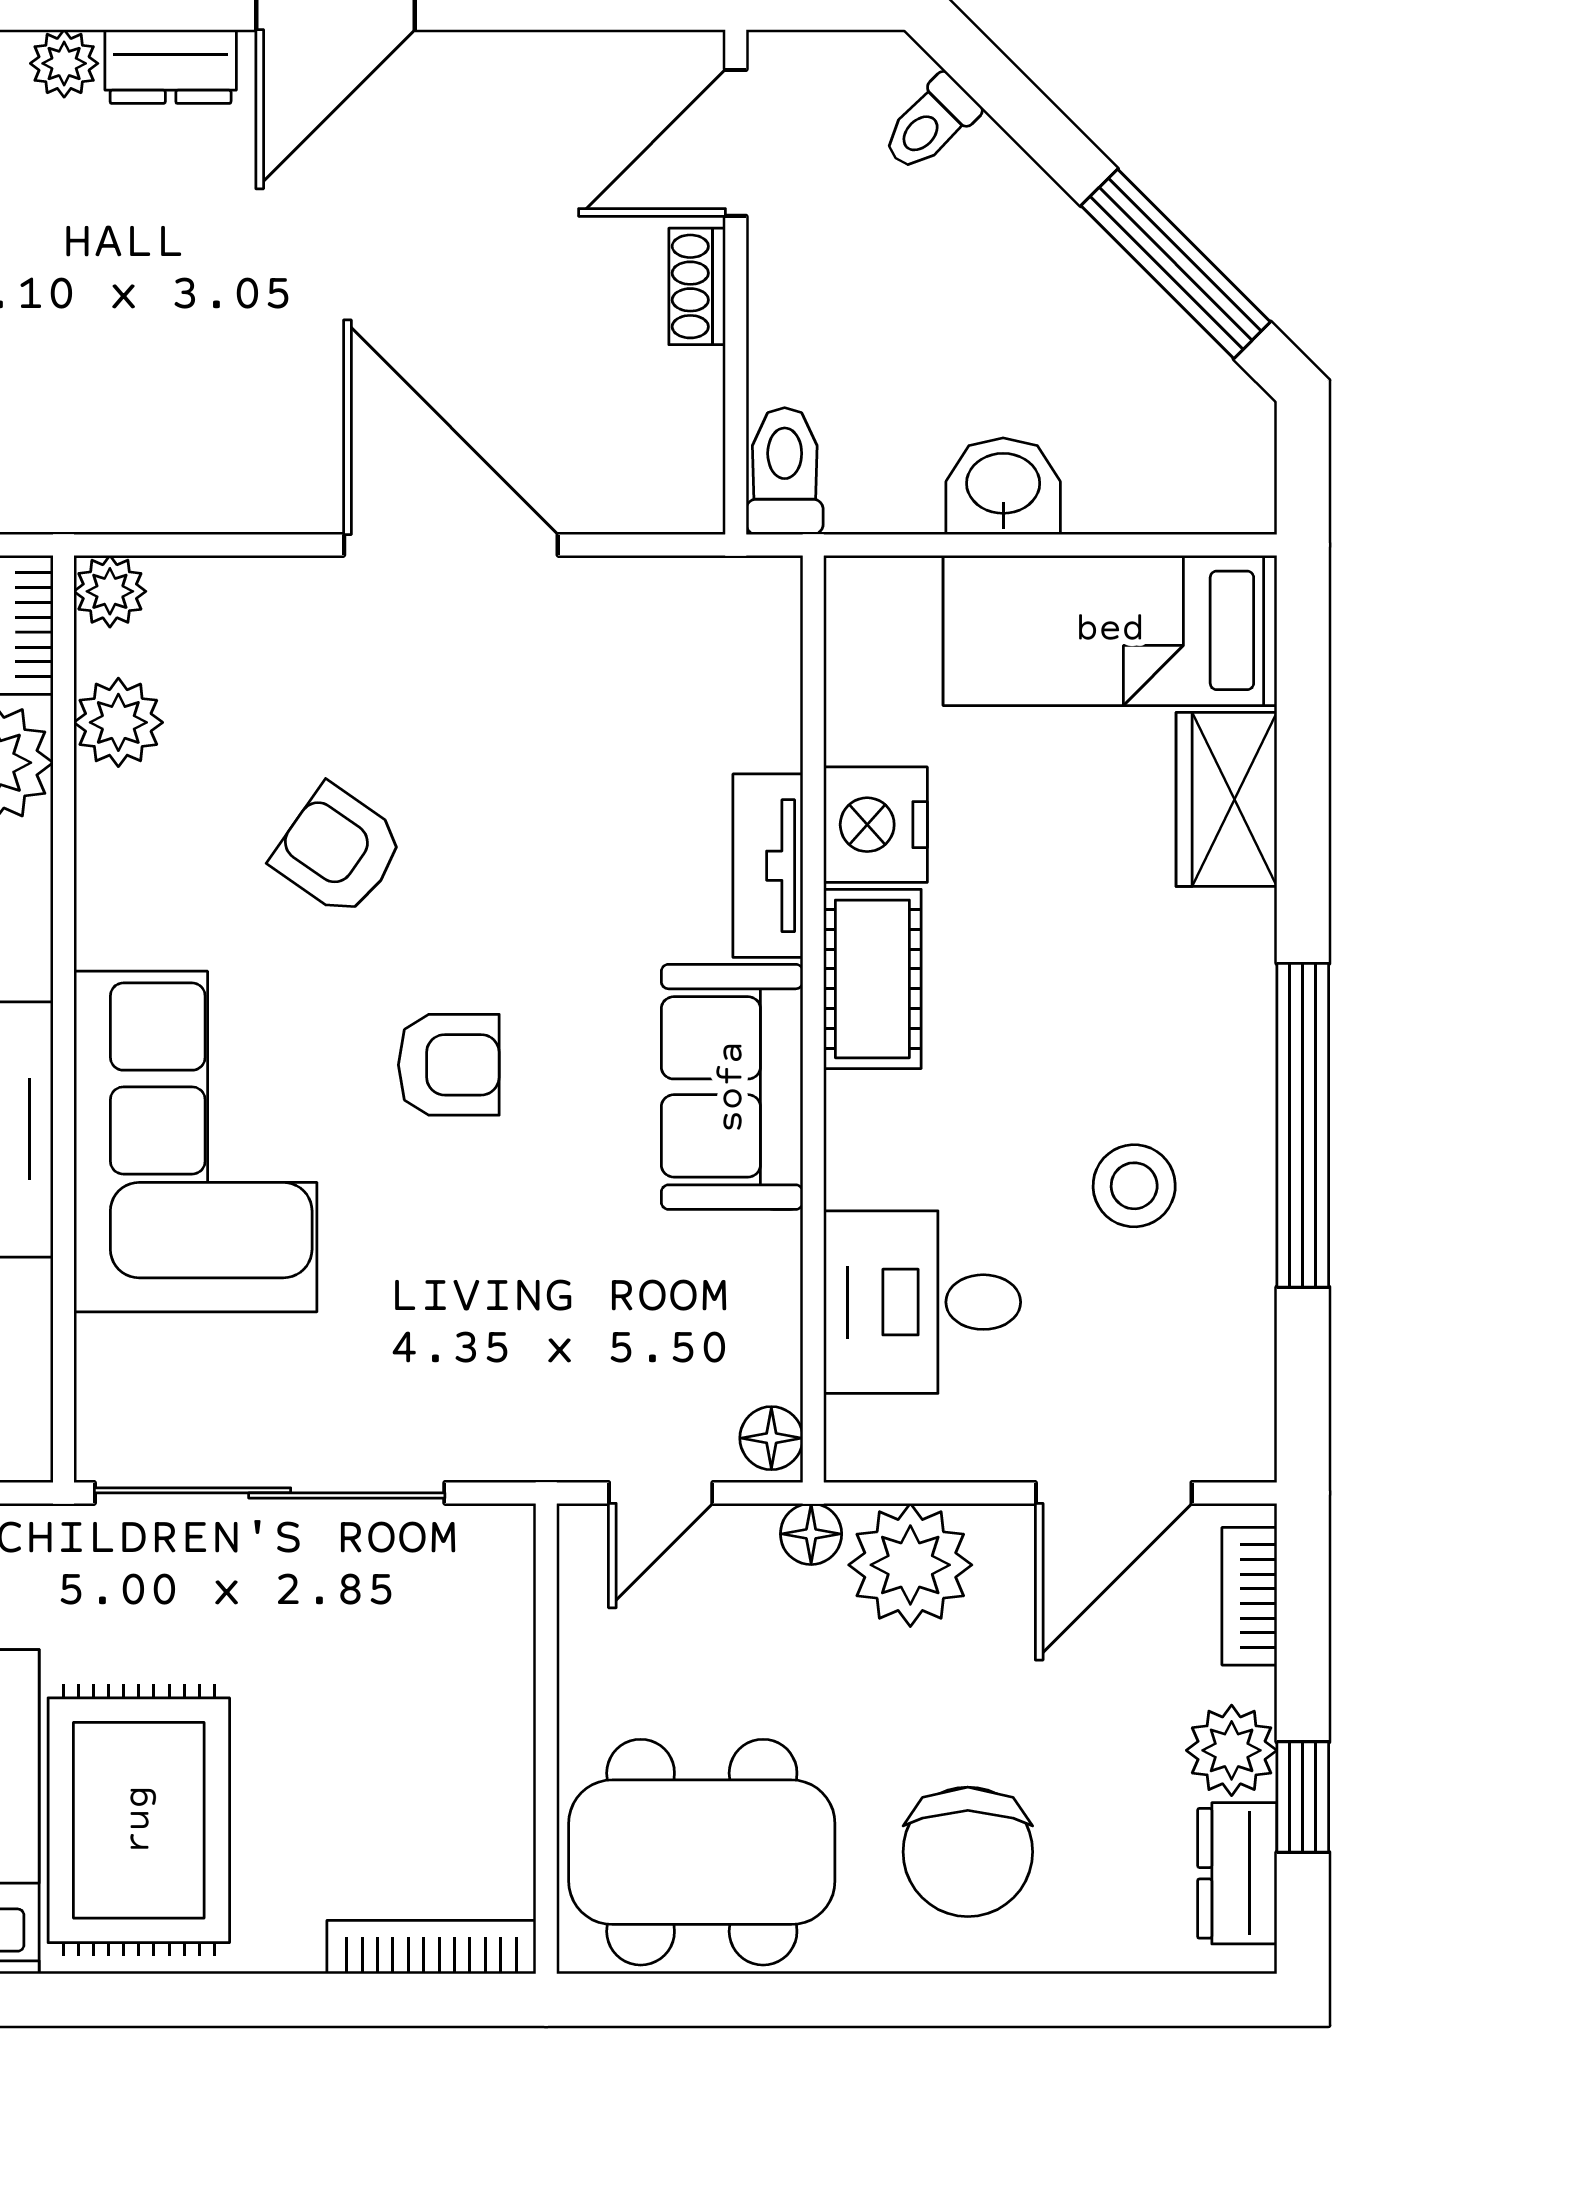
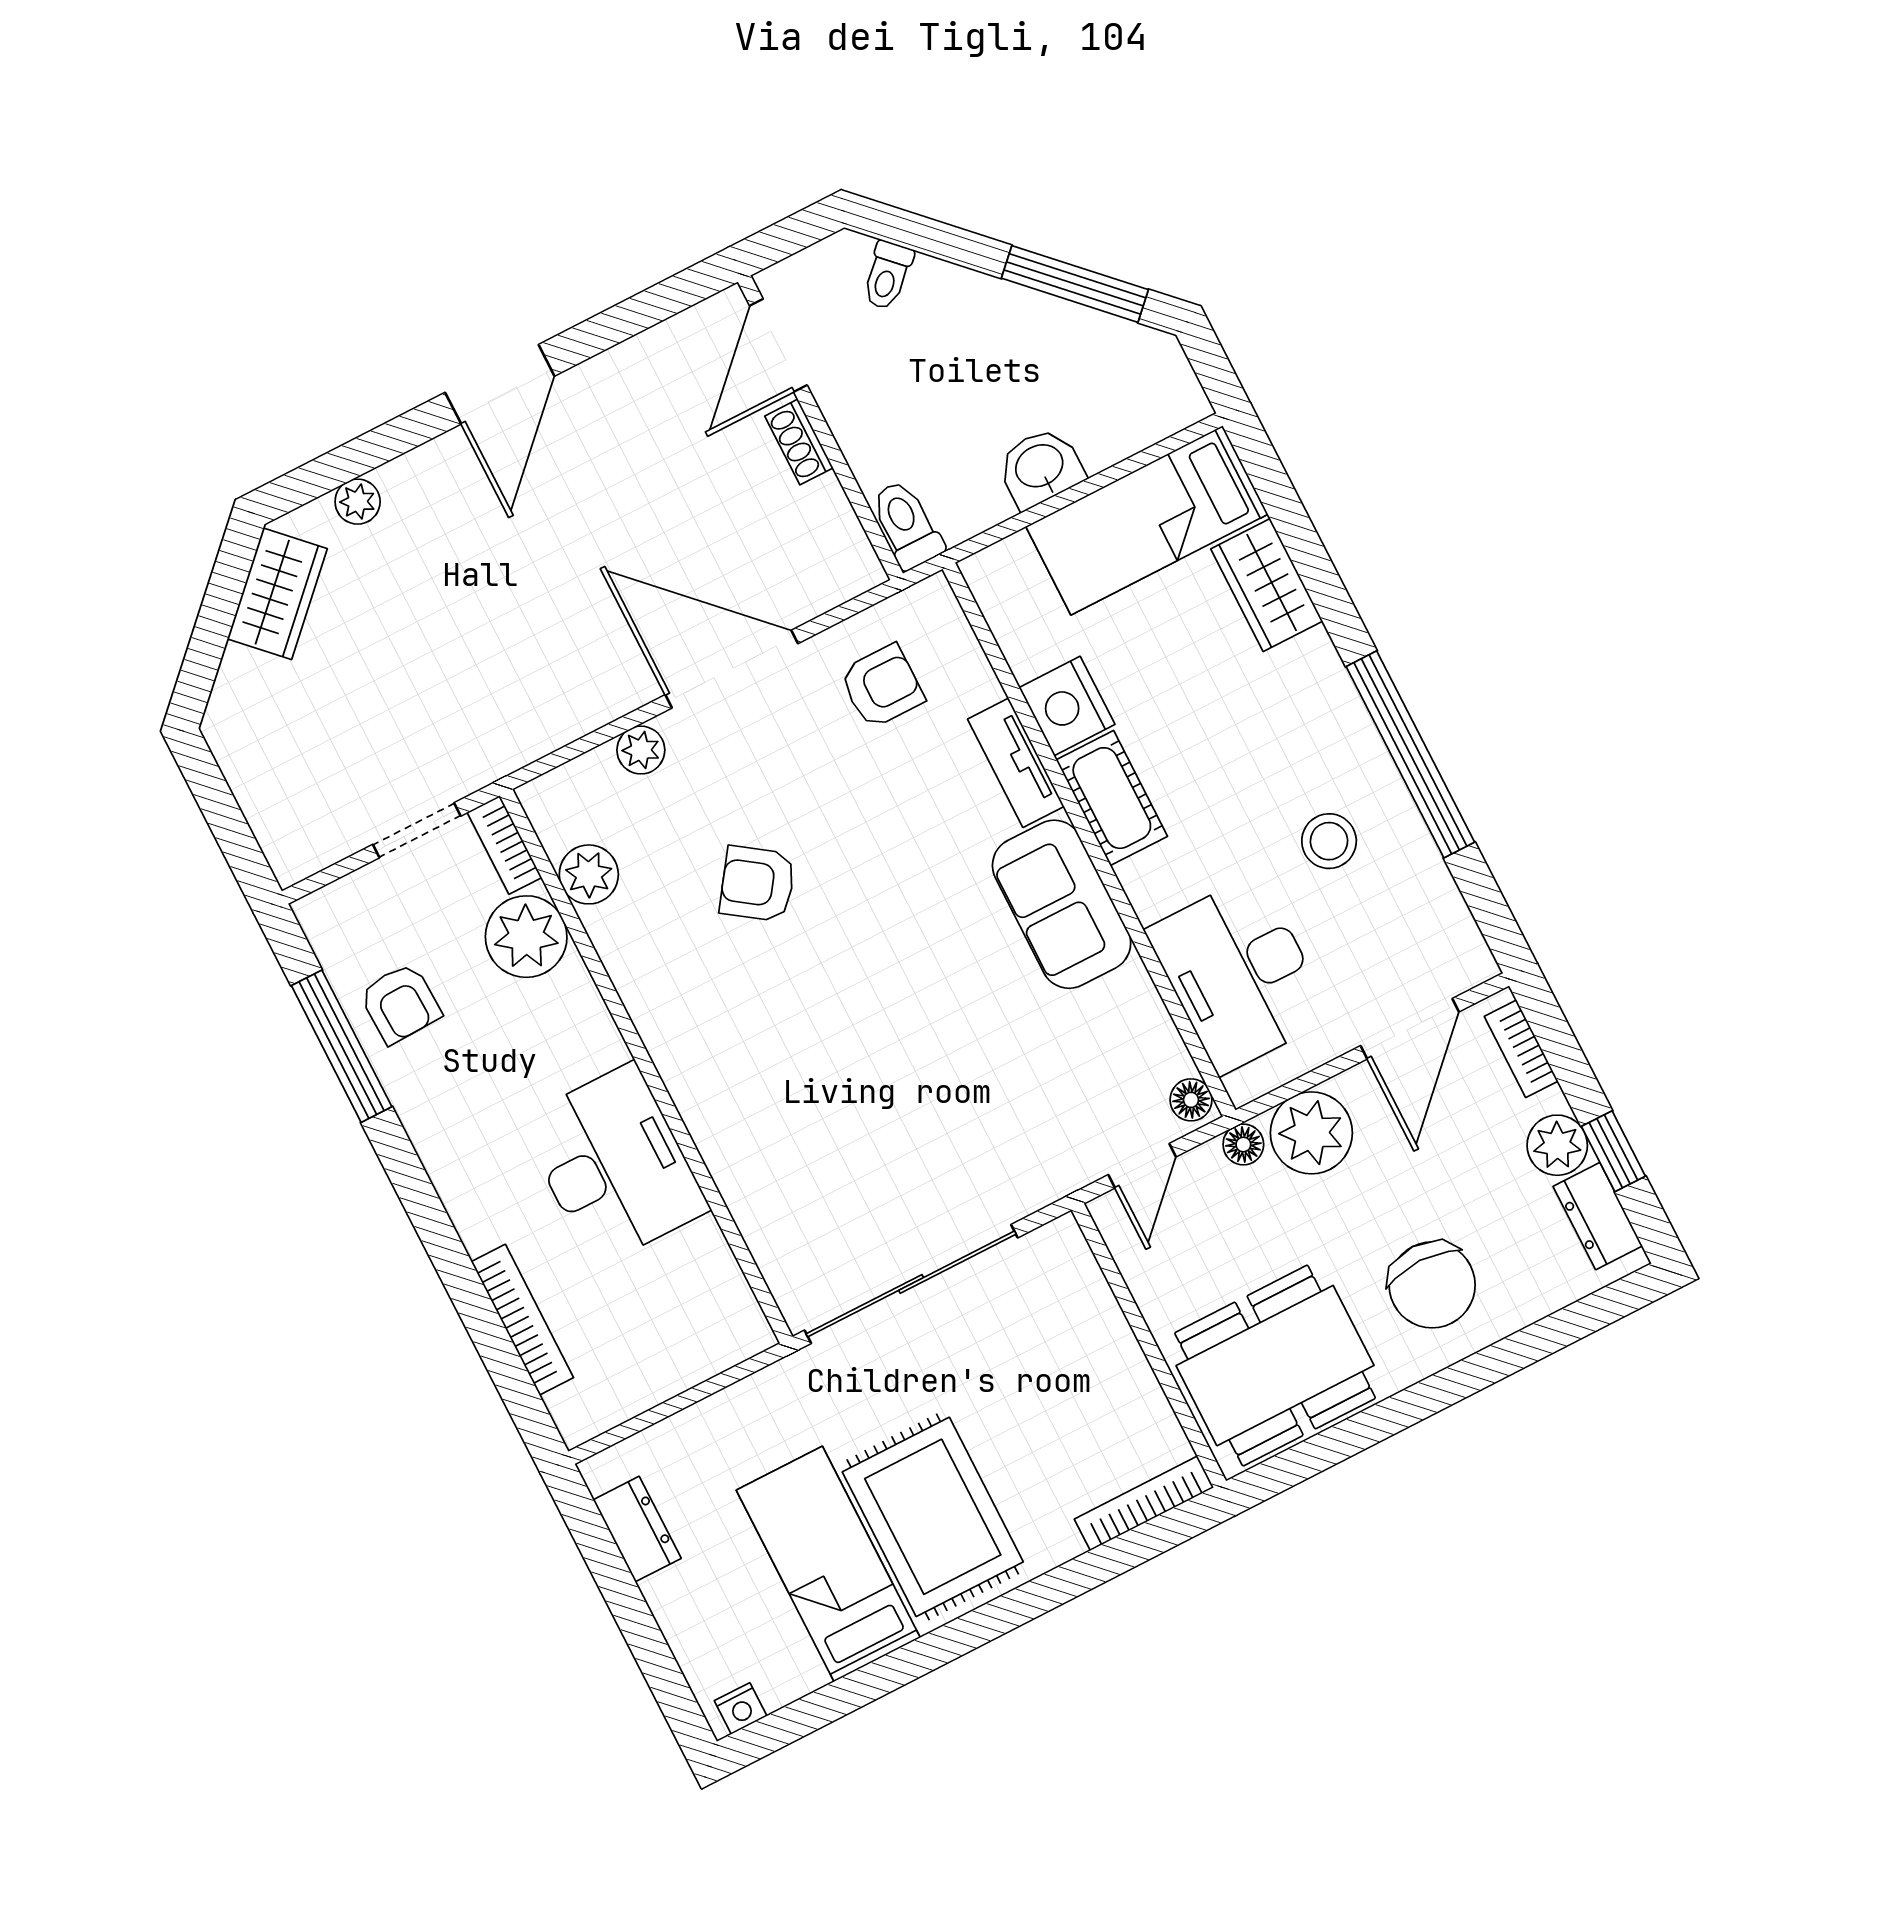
dresser: (171, 67) -> (421, 471), removed
plant: (110, 591) -> (641, 750), moved
armchair: (449, 1065) -> (882, 686), moved
corner sofa: (195, 1142) -> (761, 1099), removed
desk: (922, 1302) -> (1239, 974), width x1.37

